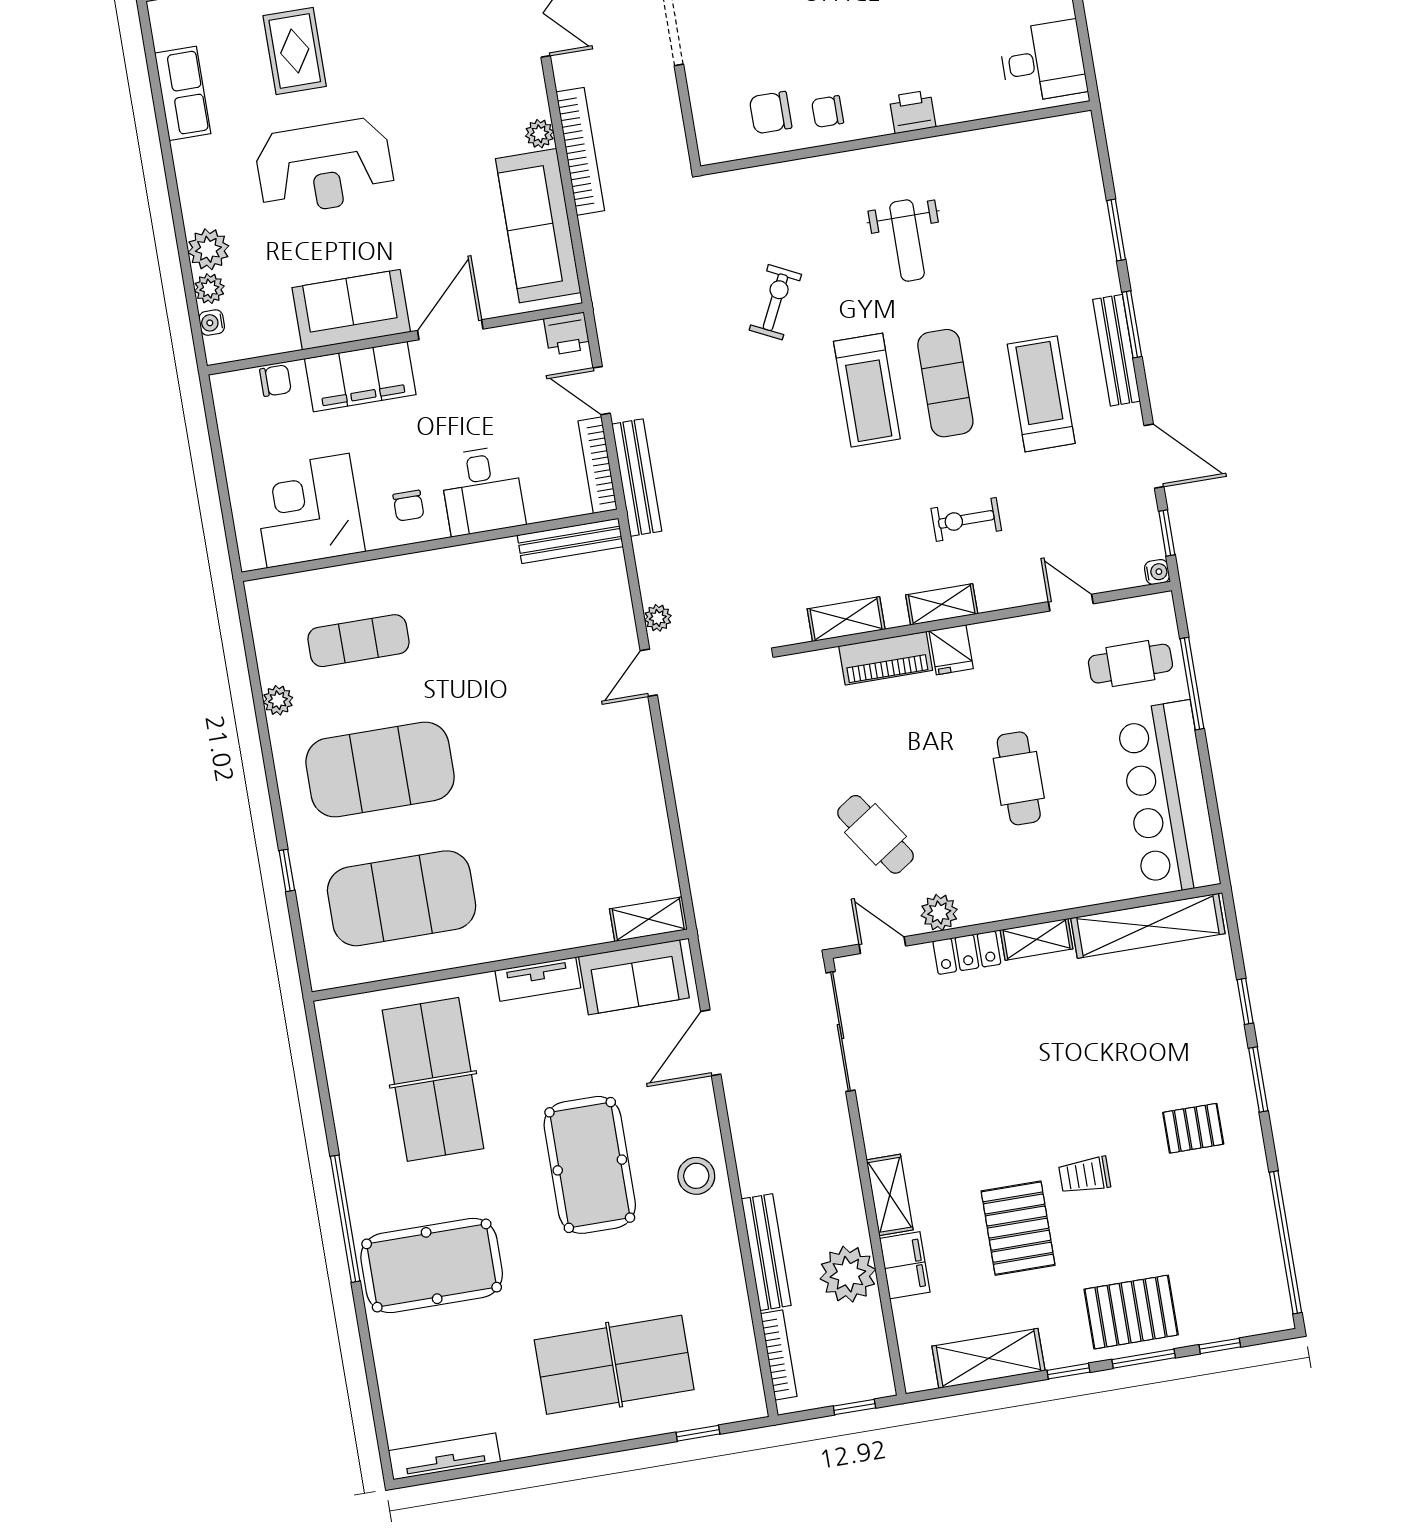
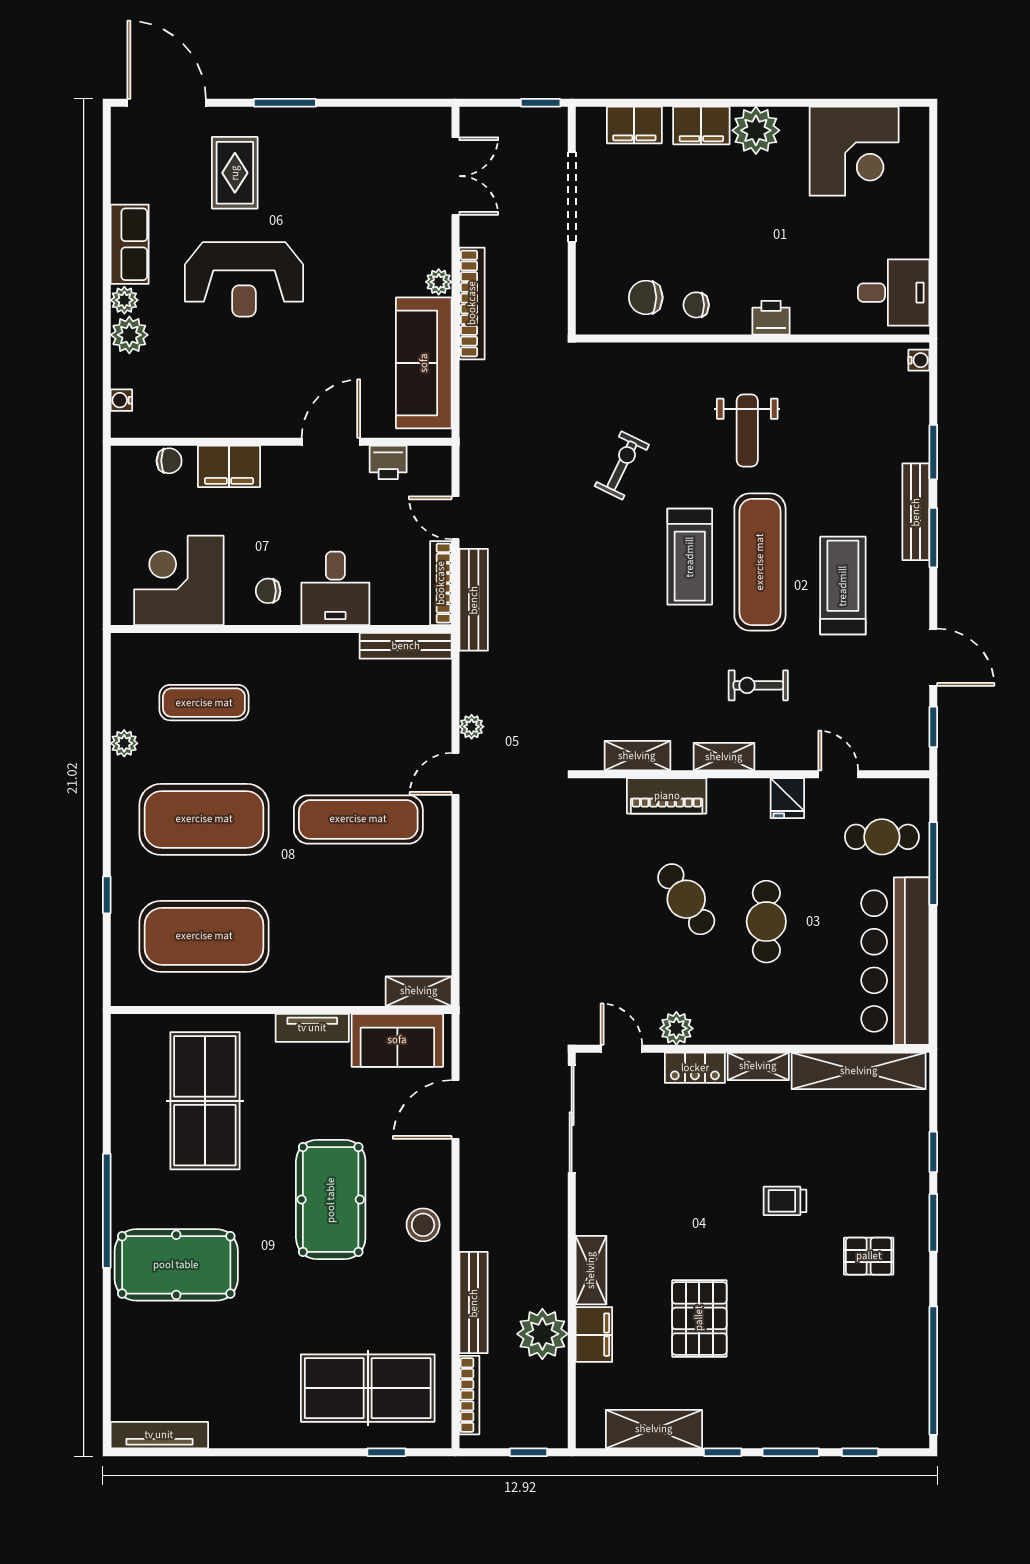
row of seats: (183, 93) -> (130, 244), moved
plant: (209, 289) -> (124, 300), moved
sofa: (351, 310) -> (246, 409), removed
printer: (567, 334) -> (388, 462), moved
bench: (1116, 350) -> (916, 512), moved
filing cabinet: (360, 377) -> (229, 466), width x0.67, depth x0.86
exercise mat: (945, 383) -> (760, 562), width x1.36, depth x1.45
chair: (409, 506) -> (268, 591), turned 90
water cooler: (1157, 572) -> (919, 360), moved
fridge: (951, 650) -> (787, 798), moved
exercise mat: (550, 741) -> (358, 819), added
cafe table: (875, 834) -> (686, 899), moved
trolley: (1085, 1175) -> (785, 1201), moved
pallet: (1131, 1312) -> (787, 1409), removed
table tennis table: (614, 1365) -> (368, 1388), moved

